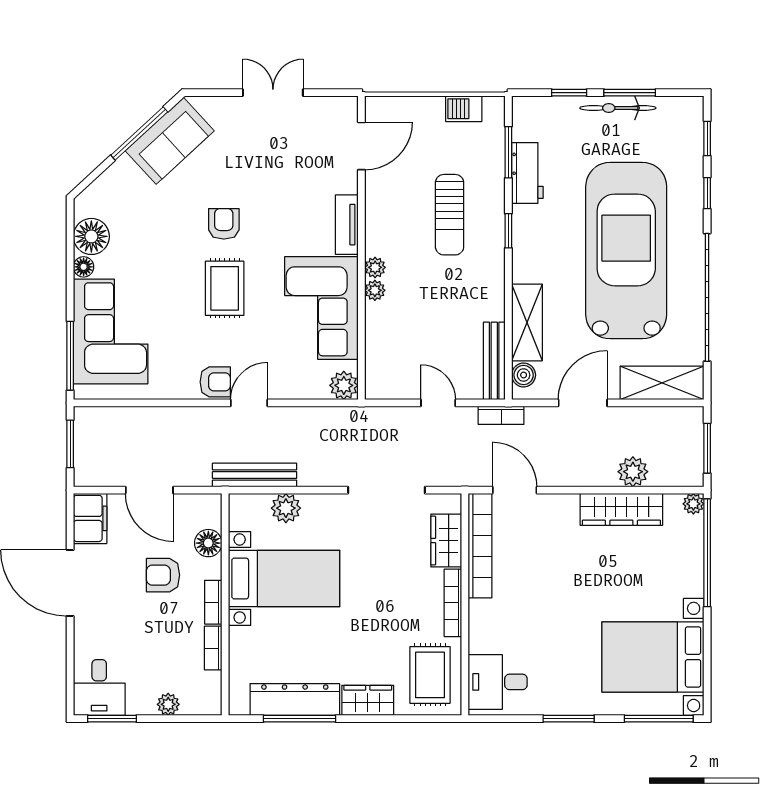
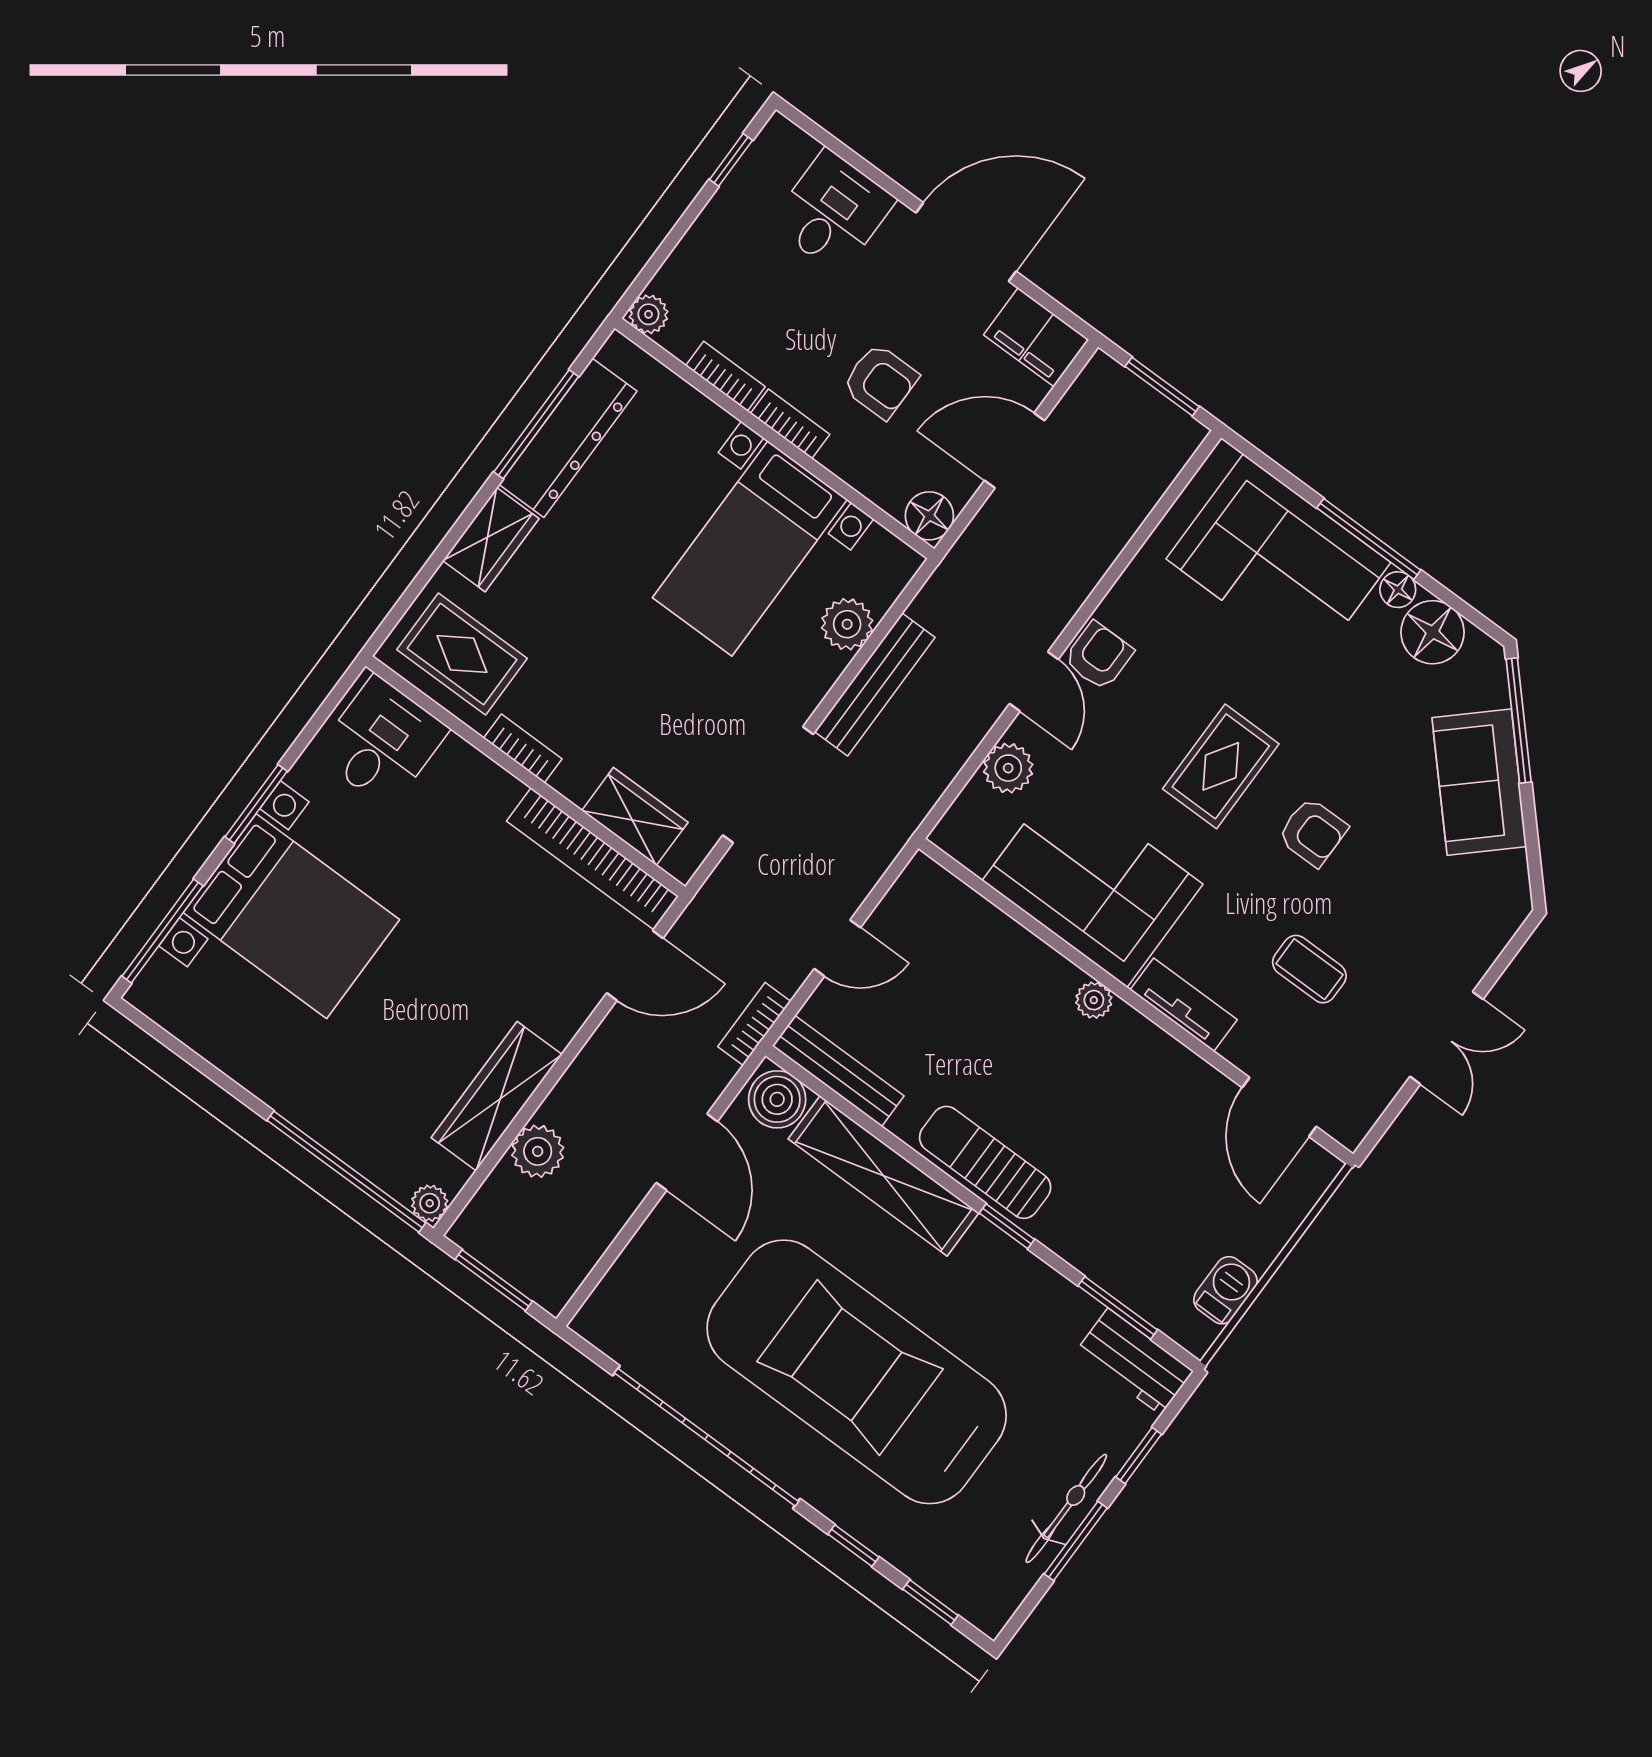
window: (139, 133) -> (1519, 721), moved
sofa: (170, 141) -> (1479, 782), moved
workbench: (527, 173) -> (1134, 1361), moved
coffee table: (288, 179) -> (1309, 969), added
sun lounger: (450, 215) -> (985, 1162), moved
car: (626, 251) -> (857, 1372), turned 180
rug: (225, 288) -> (1221, 766), turned 90
plant: (375, 290) -> (1062, 976), removed
shelving: (527, 322) -> (884, 1176), width x1.47
window: (70, 356) -> (1369, 539), moved
boiler: (524, 375) -> (777, 1099), width x1.36, depth x1.36
armchair: (215, 382) -> (1099, 656), turned 180
shelving: (662, 383) -> (633, 1285), removed
plant: (344, 385) -> (1008, 768), moved
bench: (255, 475) -> (875, 684), moved
floor lamp: (208, 543) -> (929, 516), moved
armchair: (163, 575) -> (880, 381), turned 90
bookcase: (453, 603) -> (523, 748), width x0.64
bed with nightstands: (653, 657) -> (291, 916), moved, turned 90
desk: (99, 688) -> (833, 212), moved, turned 90
plant: (168, 704) -> (648, 314), moved
window: (112, 719) -> (731, 160), width x0.67

